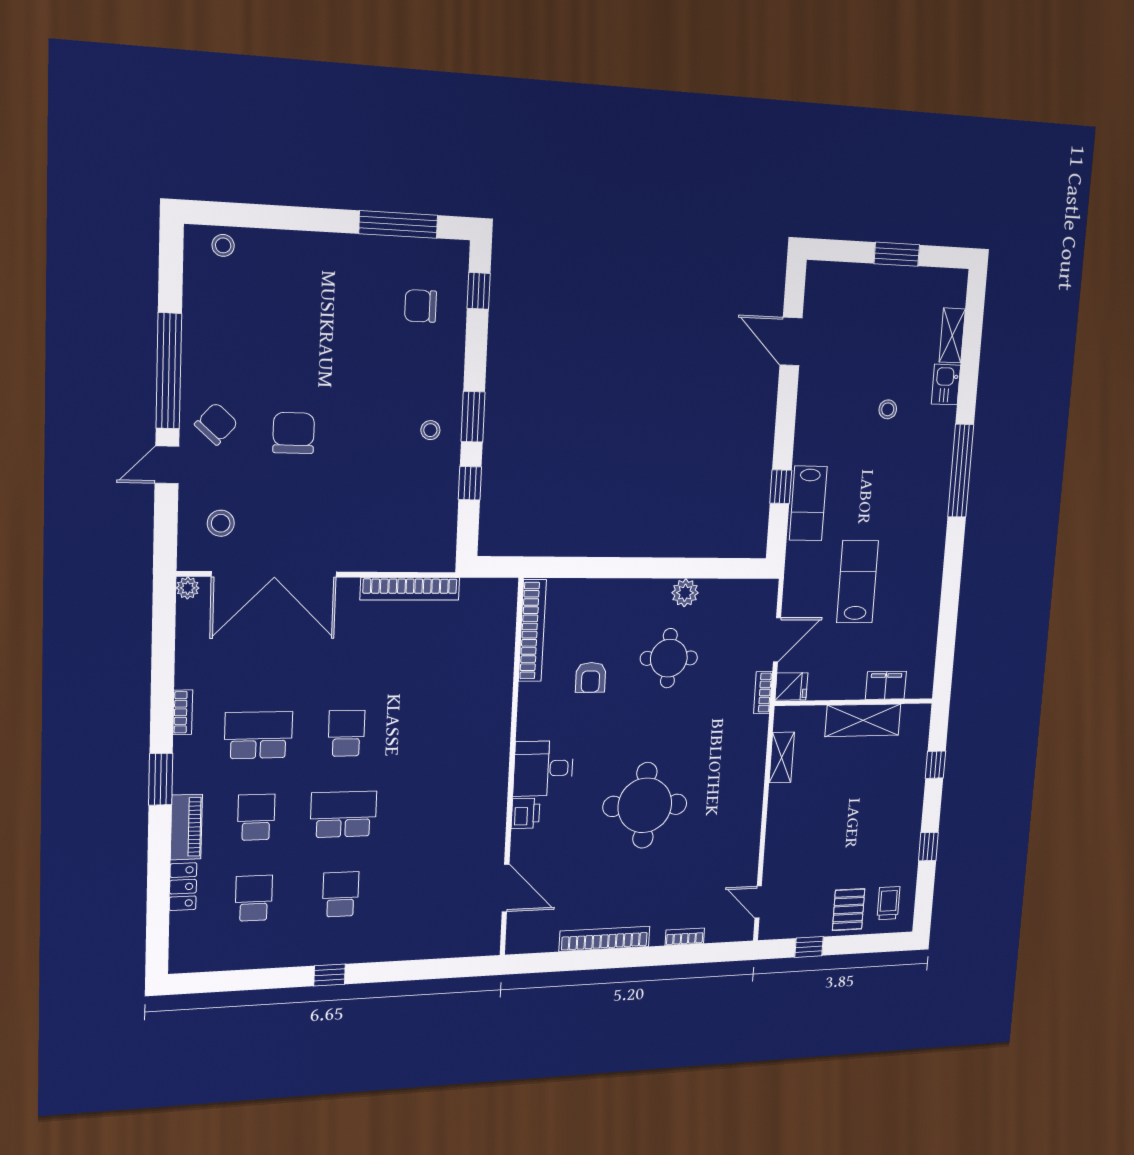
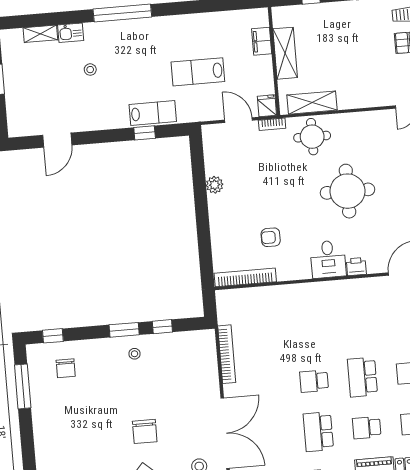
chair: (294, 433) -> (145, 431), turned -90
round table: (669, 658) -> (312, 137), moved
armchair: (591, 677) -> (271, 237), turned 180
shelving: (782, 757) -> (312, 103), width x1.50, depth x1.33

